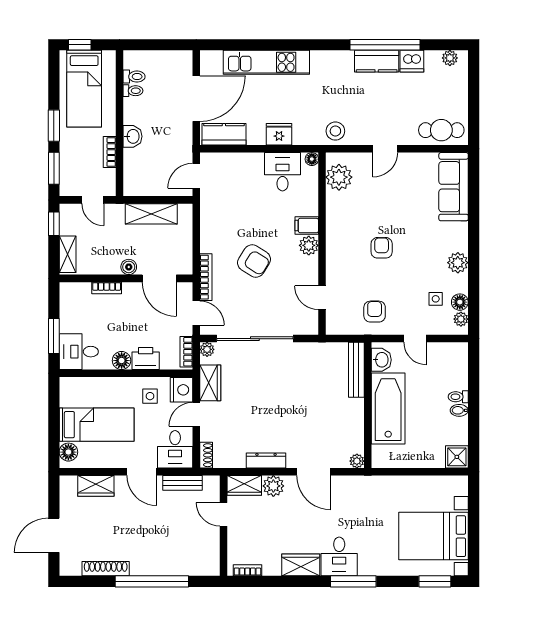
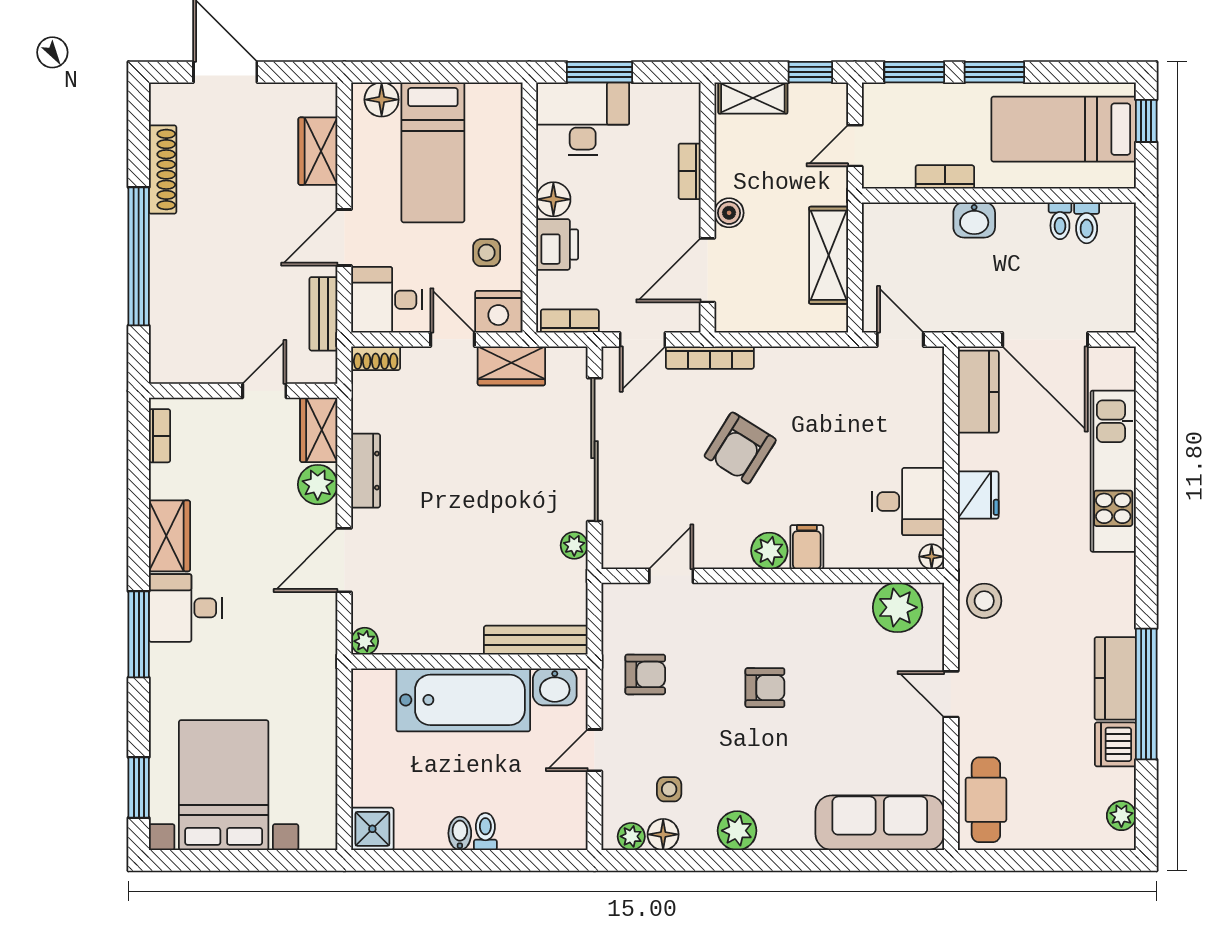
plant: (207, 349) -> (574, 545), moved
desk: (79, 352) -> (583, 119), width x1.37

